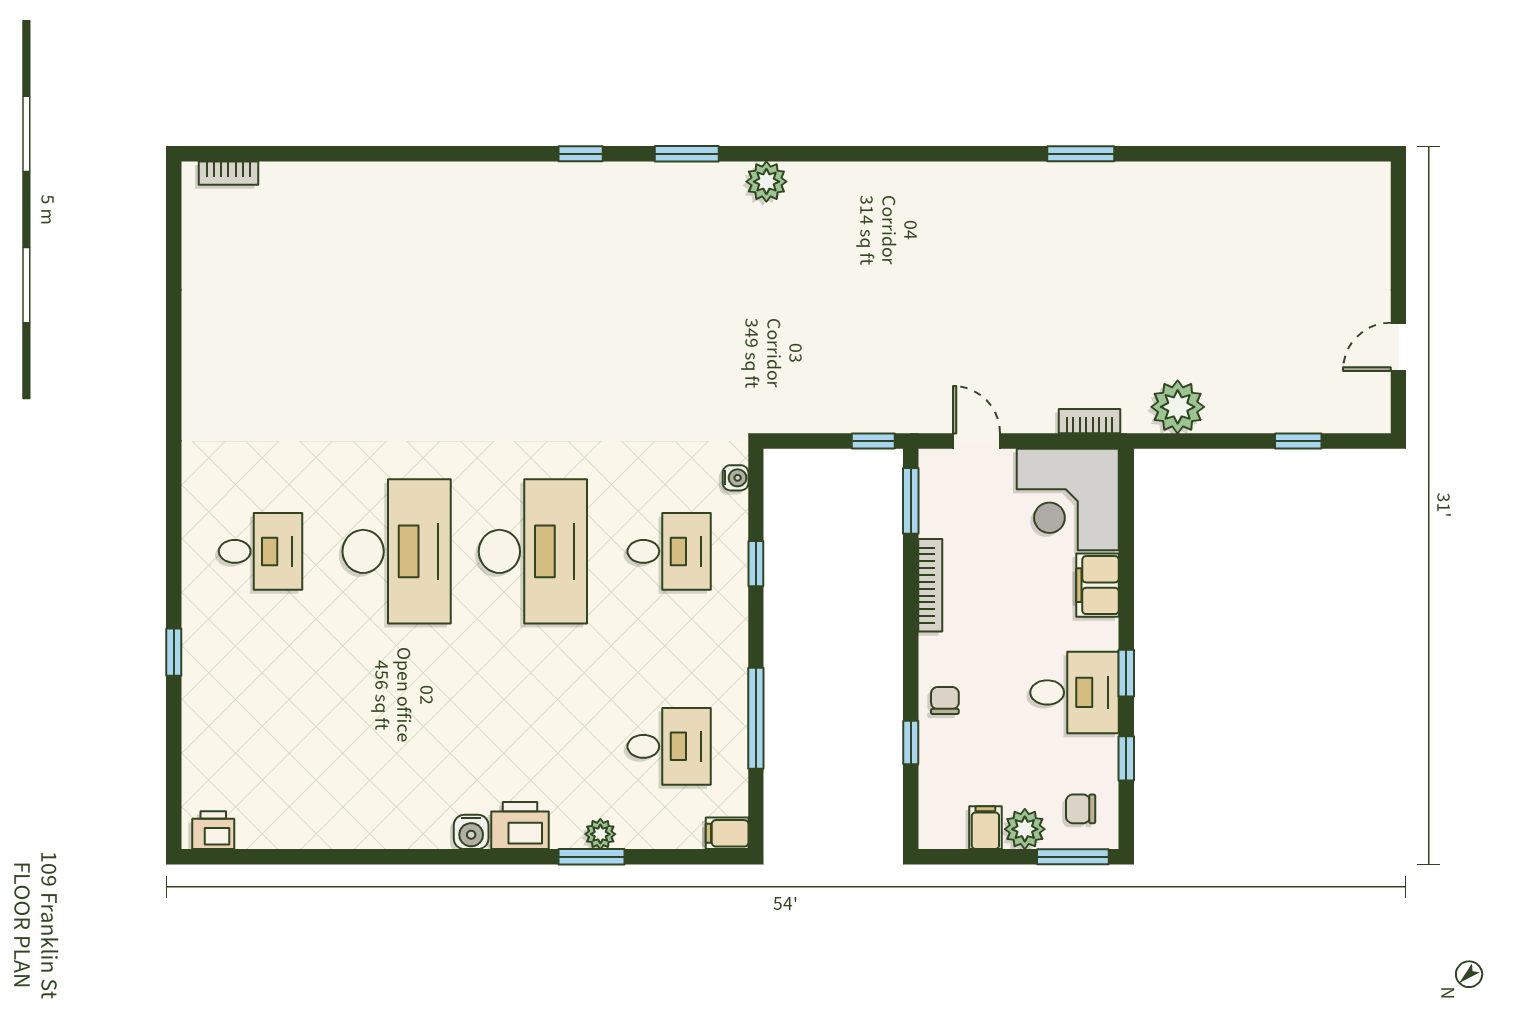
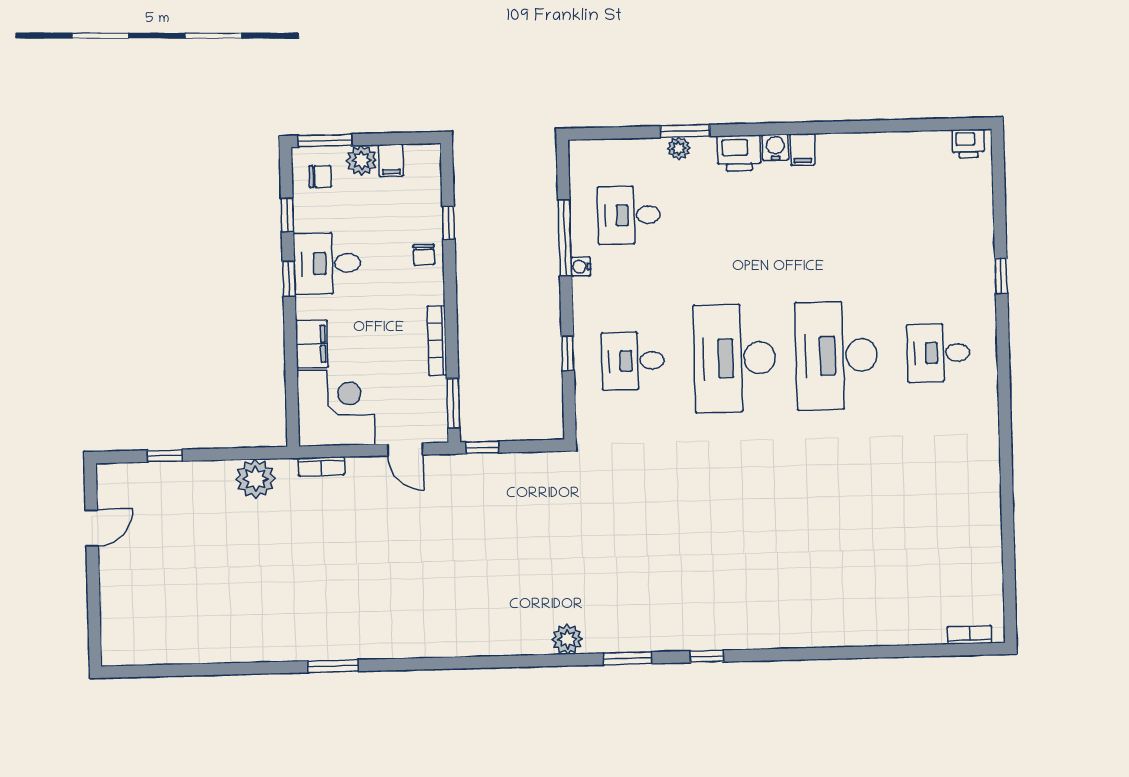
water cooler: (736, 478) -> (581, 267), moved
filing cabinet: (727, 833) -> (802, 149), moved, turned 90

